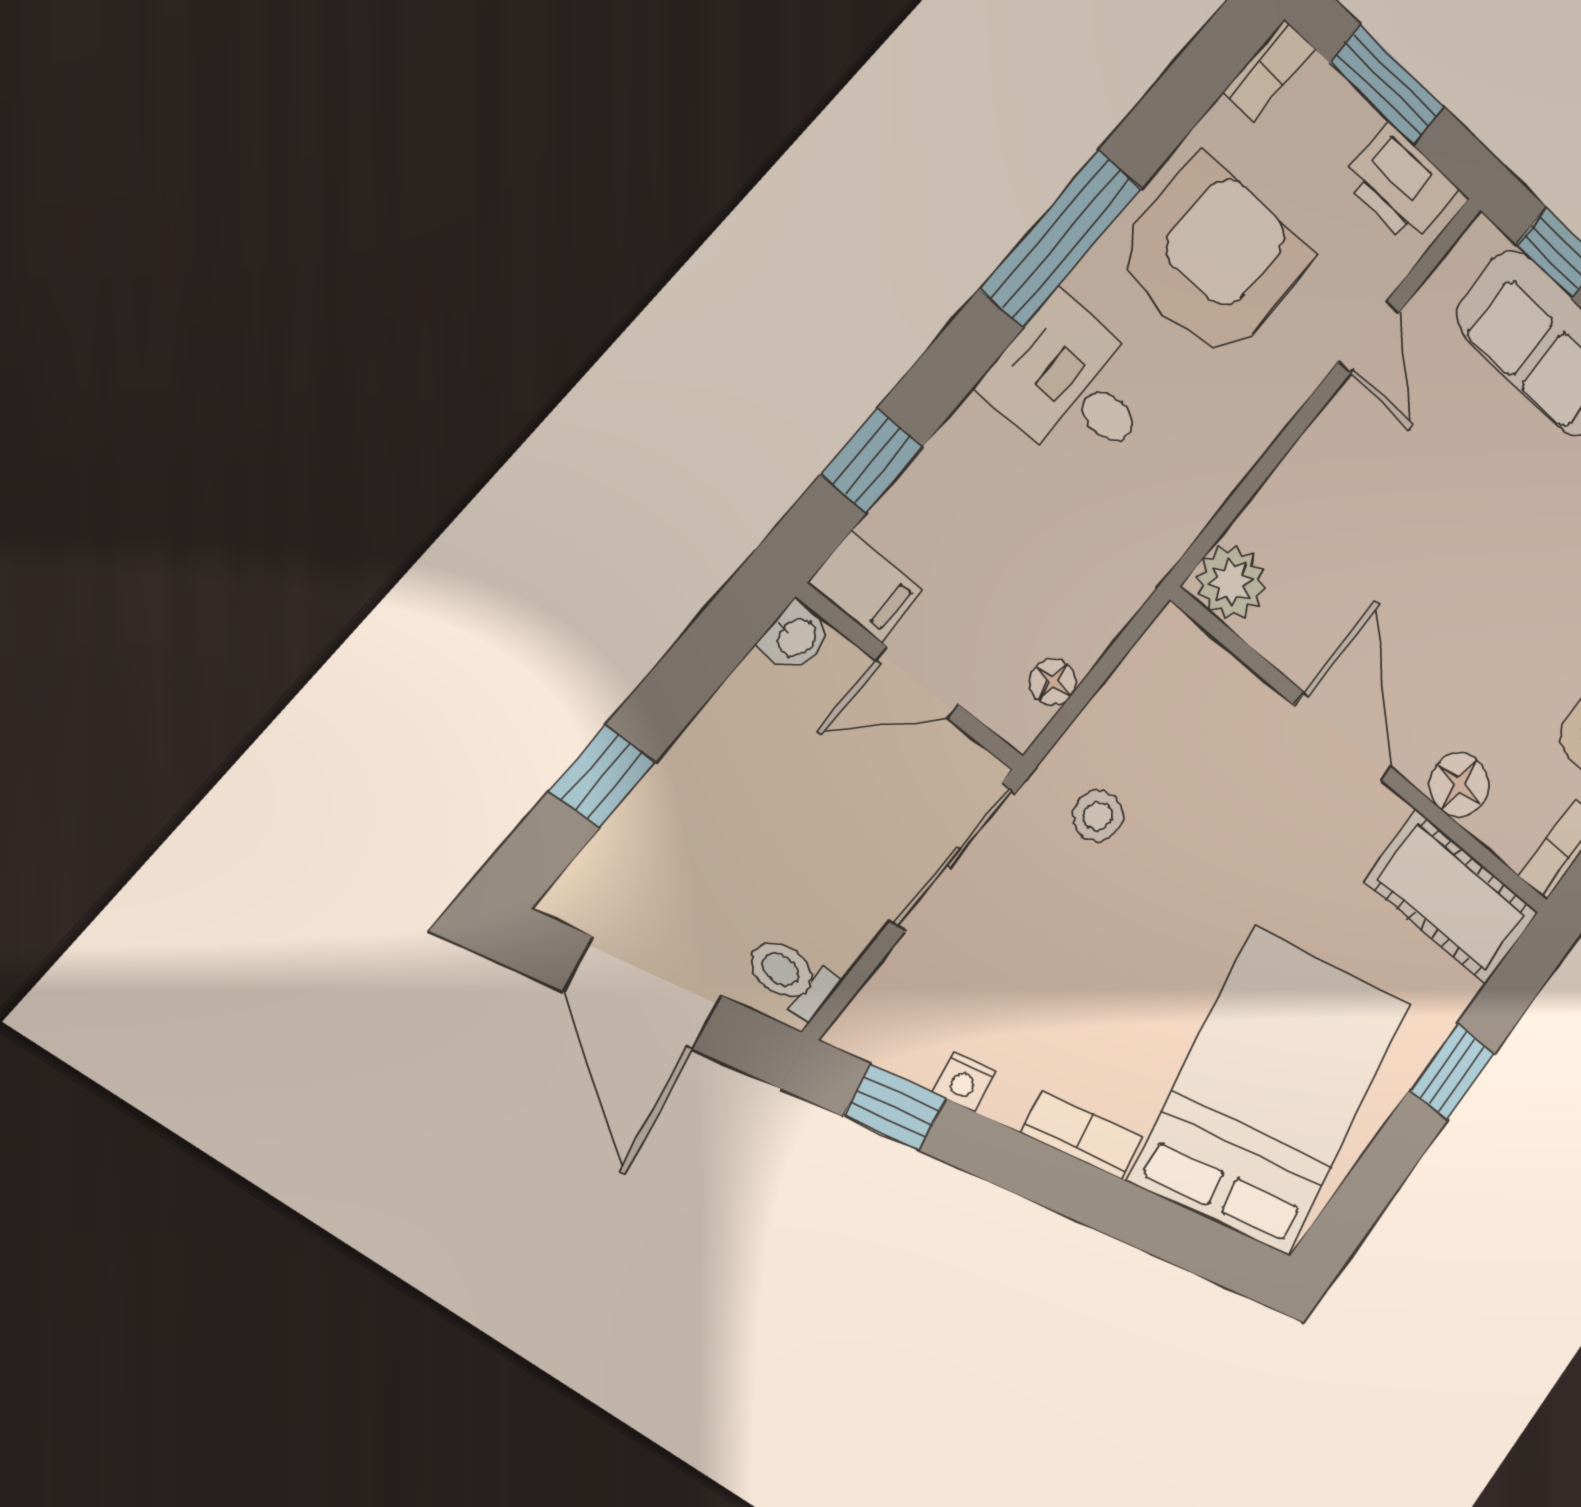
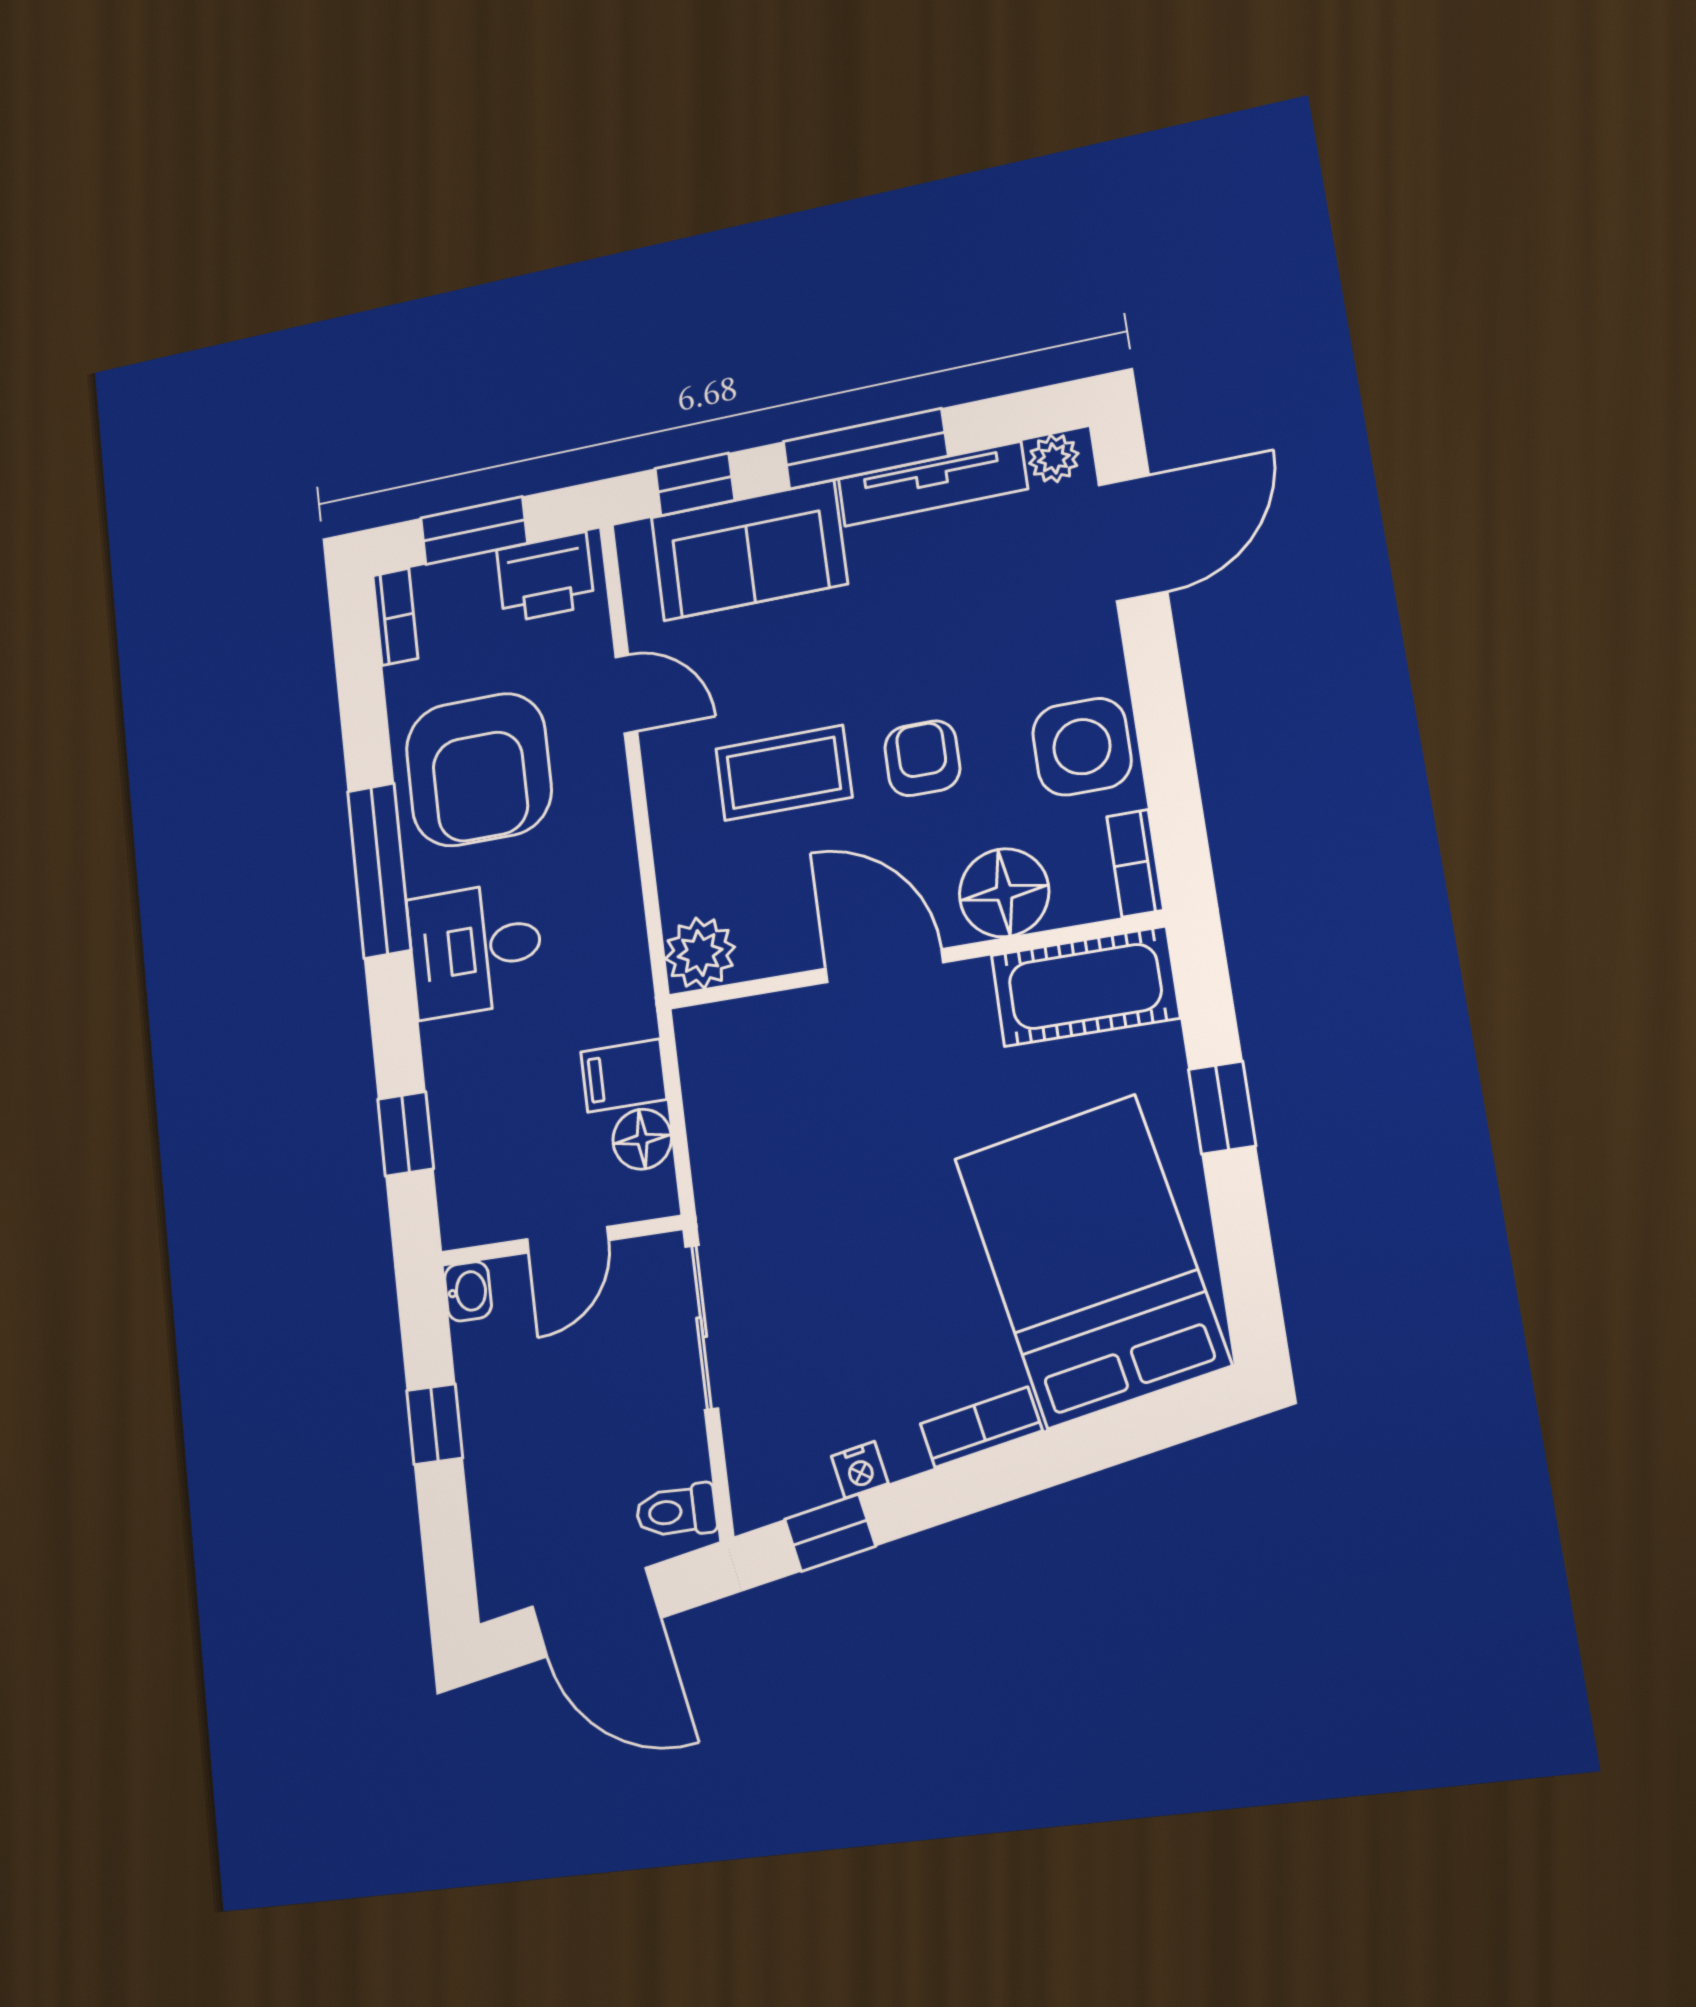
armchair: (1212, 258) -> (479, 770), turned 180
coffee table: (1414, 524) -> (784, 773), added
filing cabinet: (866, 586) -> (624, 1076), moved, turned 180
armchair: (1508, 623) -> (922, 758), added
floor lamp: (1053, 682) -> (642, 1139), width x1.37, depth x1.37
window: (602, 777) -> (435, 1424), moved
floor lamp: (1459, 785) -> (1004, 893), width x1.38, depth x1.38
stool: (1098, 816) -> (769, 1201), removed

